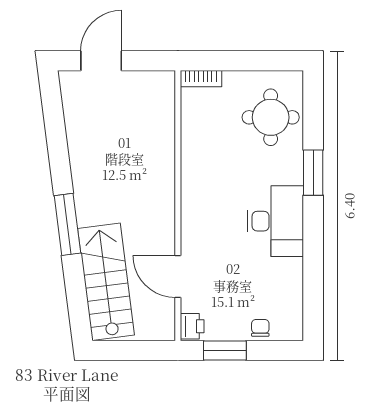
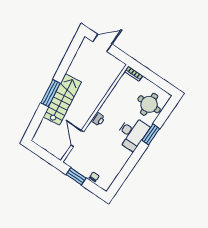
desk: (276, 221) -> (132, 133), moved
stairs: (106, 282) -> (62, 99), moved
printer: (192, 326) -> (98, 119), moved

